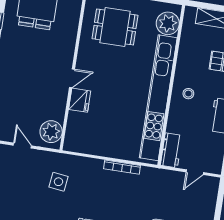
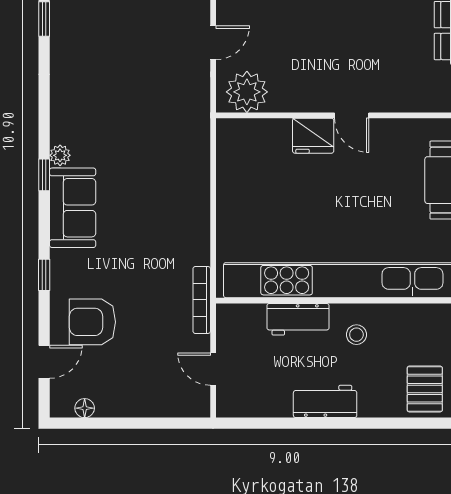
workbench: (171, 150) -> (298, 319), moved
bookcase: (122, 167) -> (202, 300), moved
side table: (58, 182) -> (157, 120), removed

